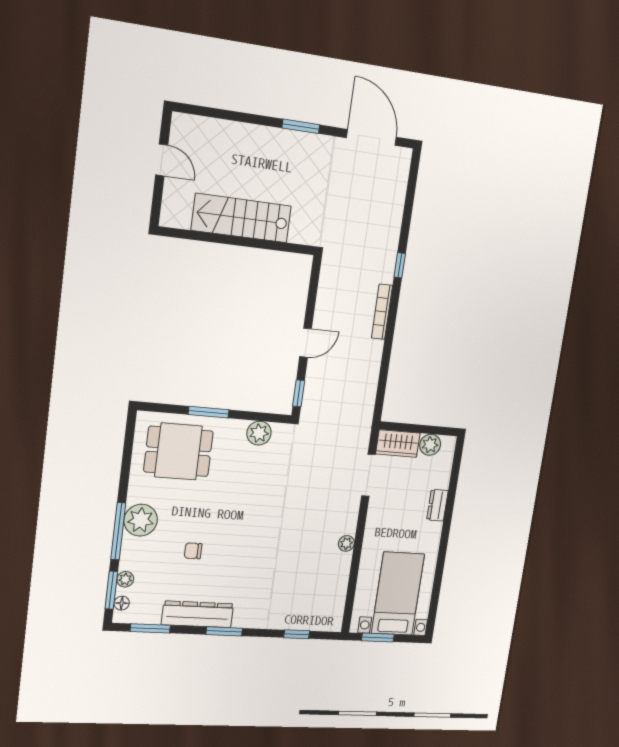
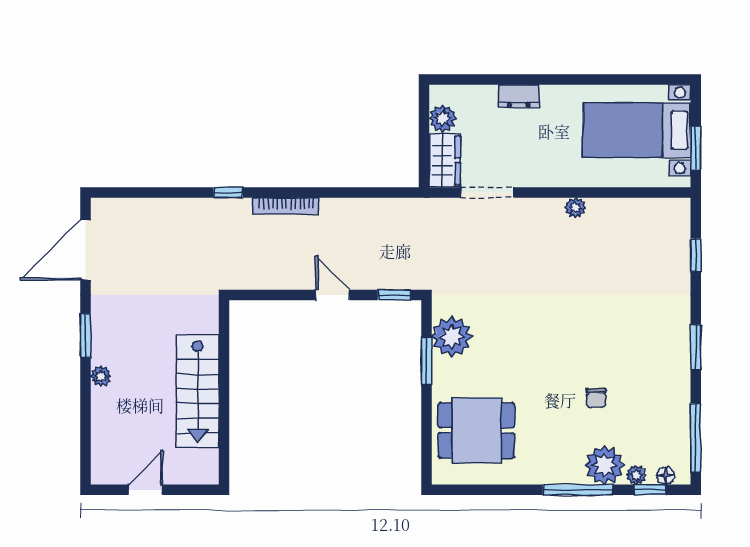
plant: (265, 135) -> (101, 376), added
window: (209, 412) -> (427, 361), moved
plant: (259, 433) -> (452, 337), width x1.36, depth x1.36
dining table: (178, 451) -> (476, 430), turned 90
plant: (141, 520) -> (605, 465), moved
window: (111, 590) -> (650, 490), width x0.67
dresser: (198, 614) -> (675, 383), removed
window: (150, 628) -> (696, 438), width x1.44

